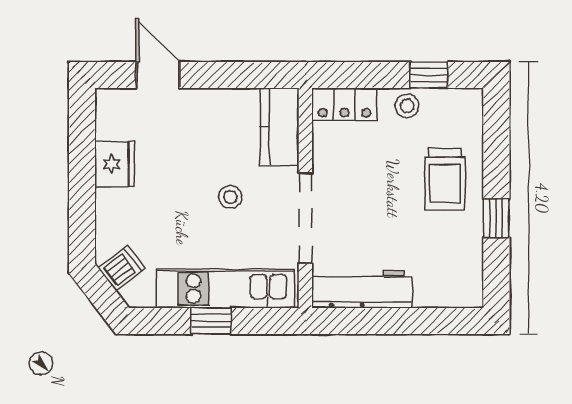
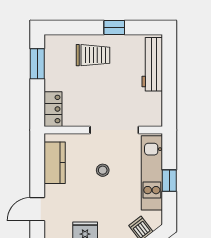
window: (429, 75) -> (37, 64), width x1.50
stool: (407, 106) -> (54, 75), removed
kitchen counter: (279, 127) -> (55, 163), moved, turned -90
workbench: (362, 289) -> (152, 64), moved

